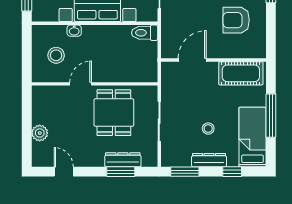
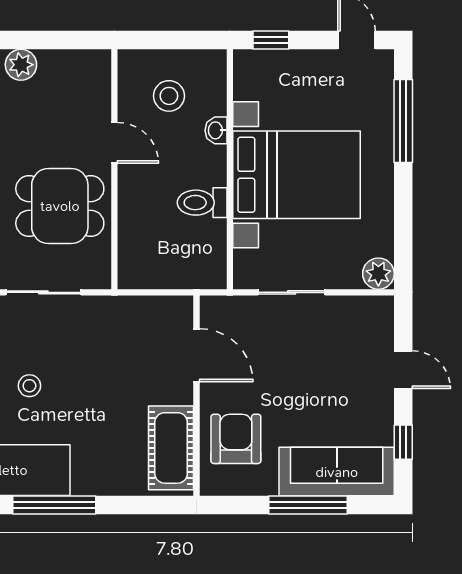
toilet: (145, 33) -> (202, 203), moved, turned -90
door: (192, 60) -> (197, 355), moved
wall: (213, 60) -> (197, 396), moved
cot: (241, 73) -> (171, 448), moved

